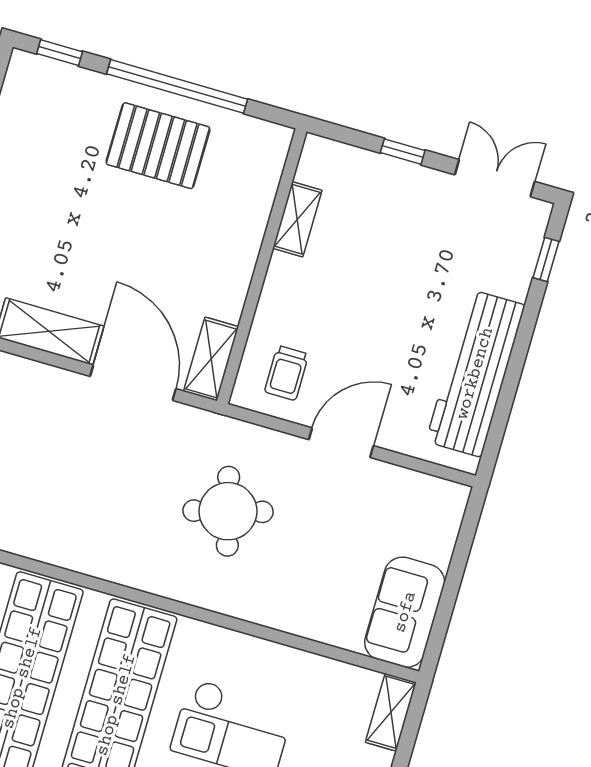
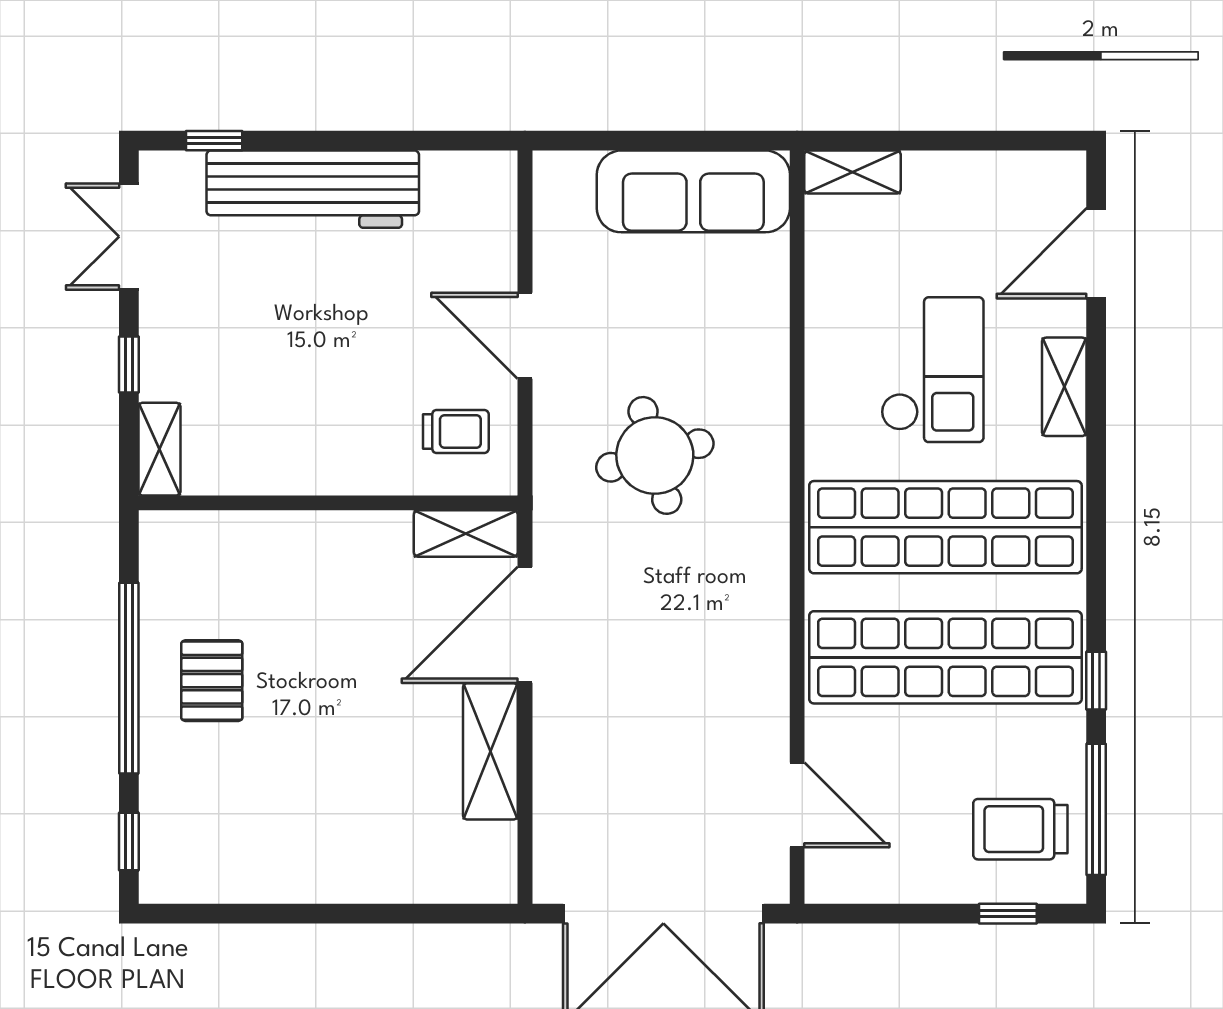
pallet: (158, 146) -> (212, 681), width x0.67, depth x0.71
shelving: (297, 219) -> (159, 449), moved, turned 90
workbench: (475, 373) -> (313, 189), moved
sofa: (405, 612) -> (693, 191), width x1.36

